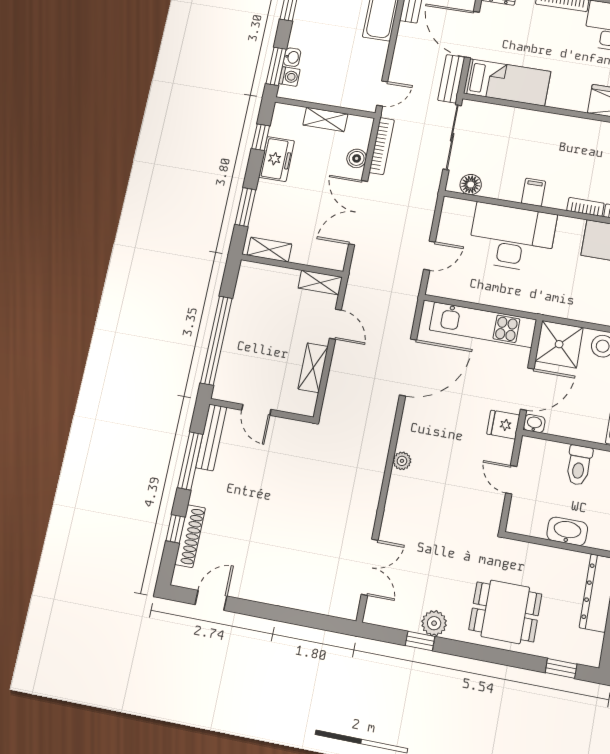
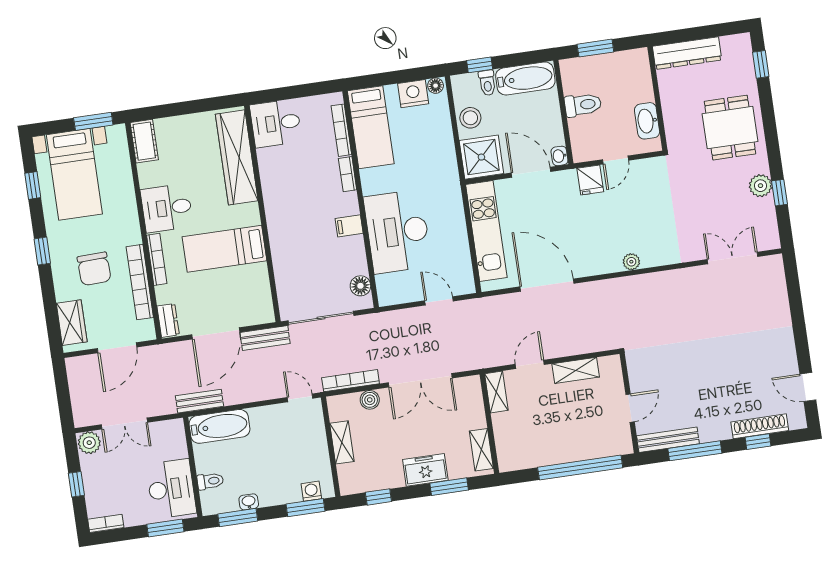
washbasin: (292, 57) -> (249, 502), moved
bed: (507, 82) -> (224, 249), moved, turned -90
freezer: (276, 159) -> (425, 470), moved
fridge: (503, 425) -> (590, 180), moved
washbasin: (567, 531) -> (647, 121), moved

